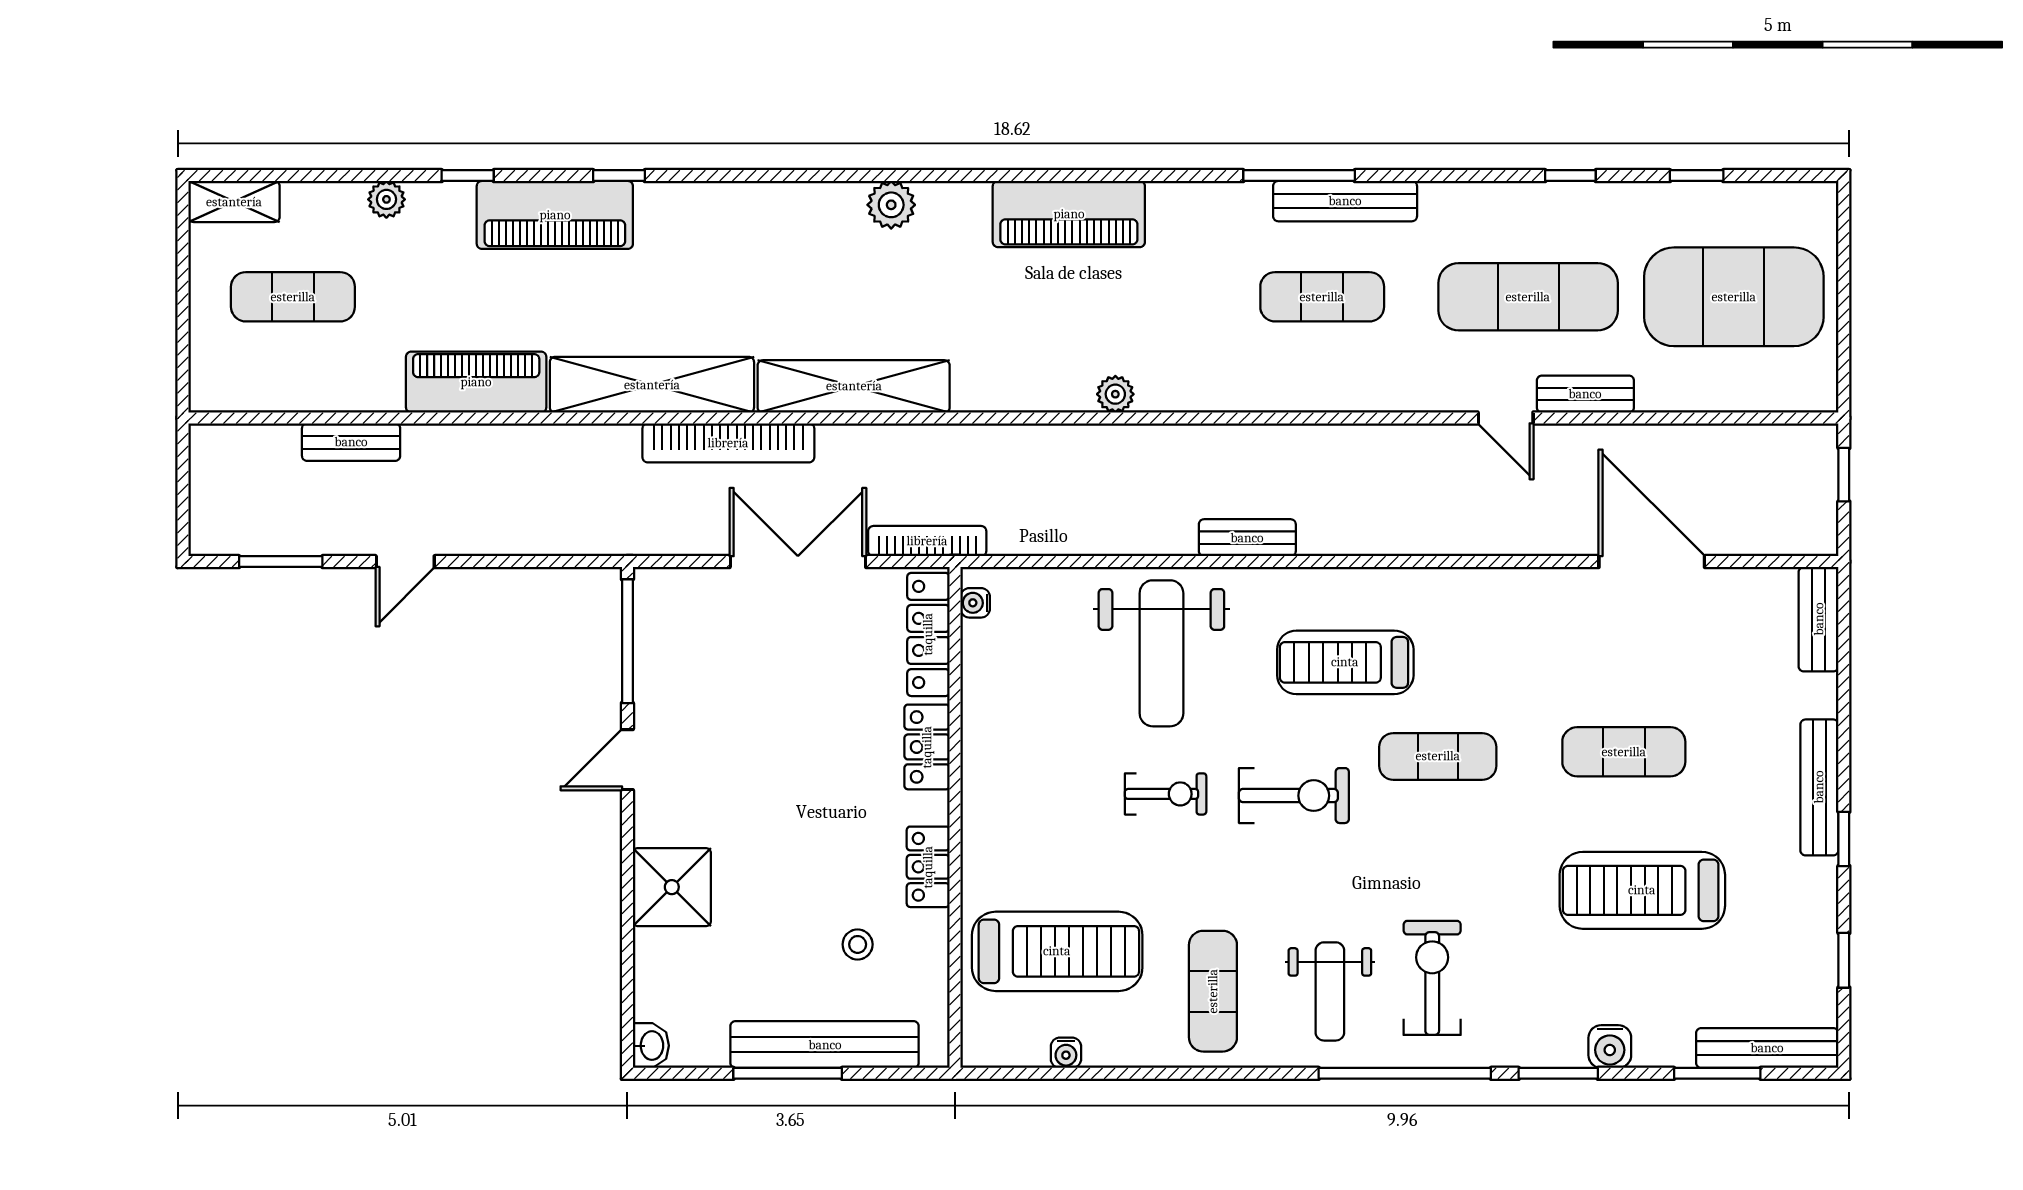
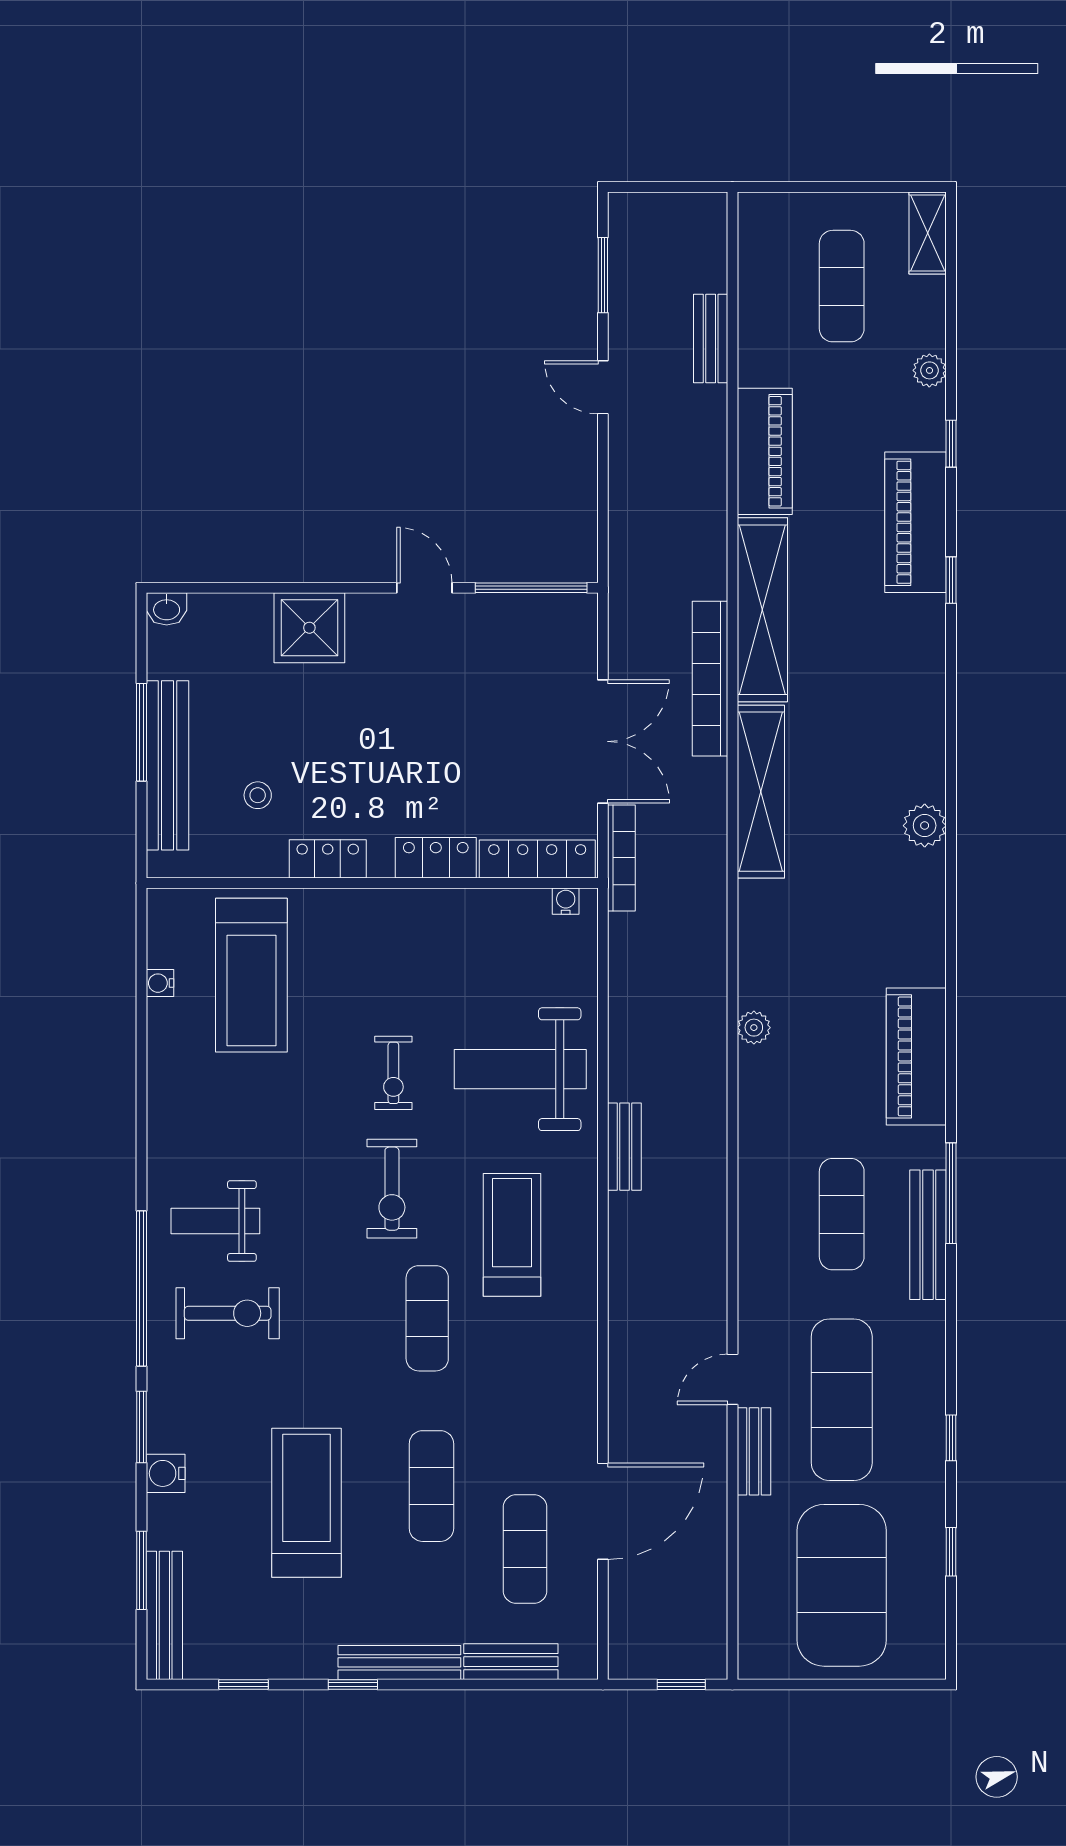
piano: (1069, 214) -> (916, 1056), moved
bench: (1819, 619) -> (511, 1662), moved
exercise mat: (1213, 991) -> (525, 1549), moved, turned 90

